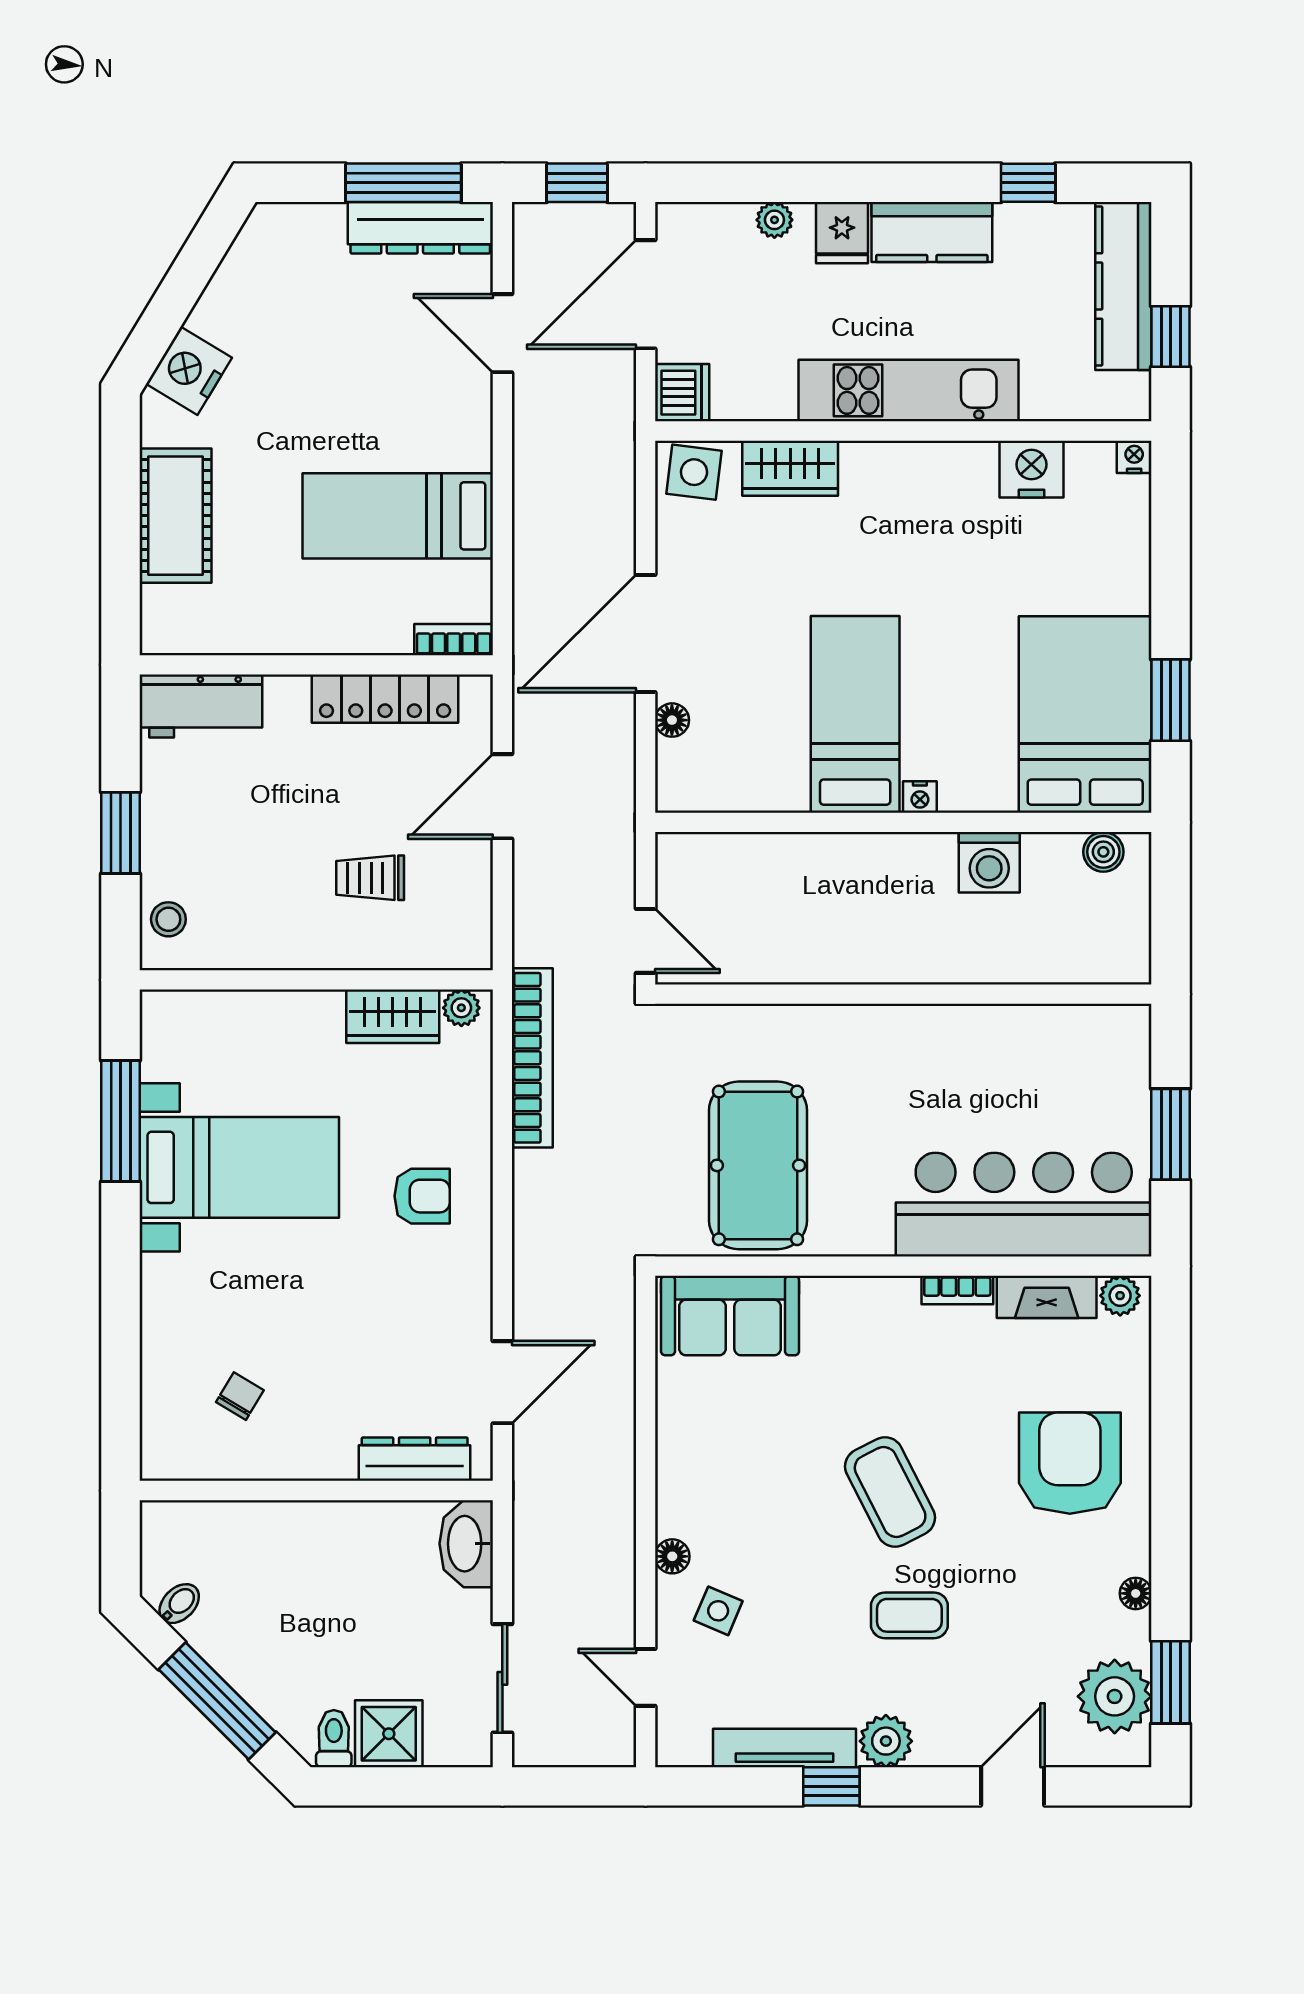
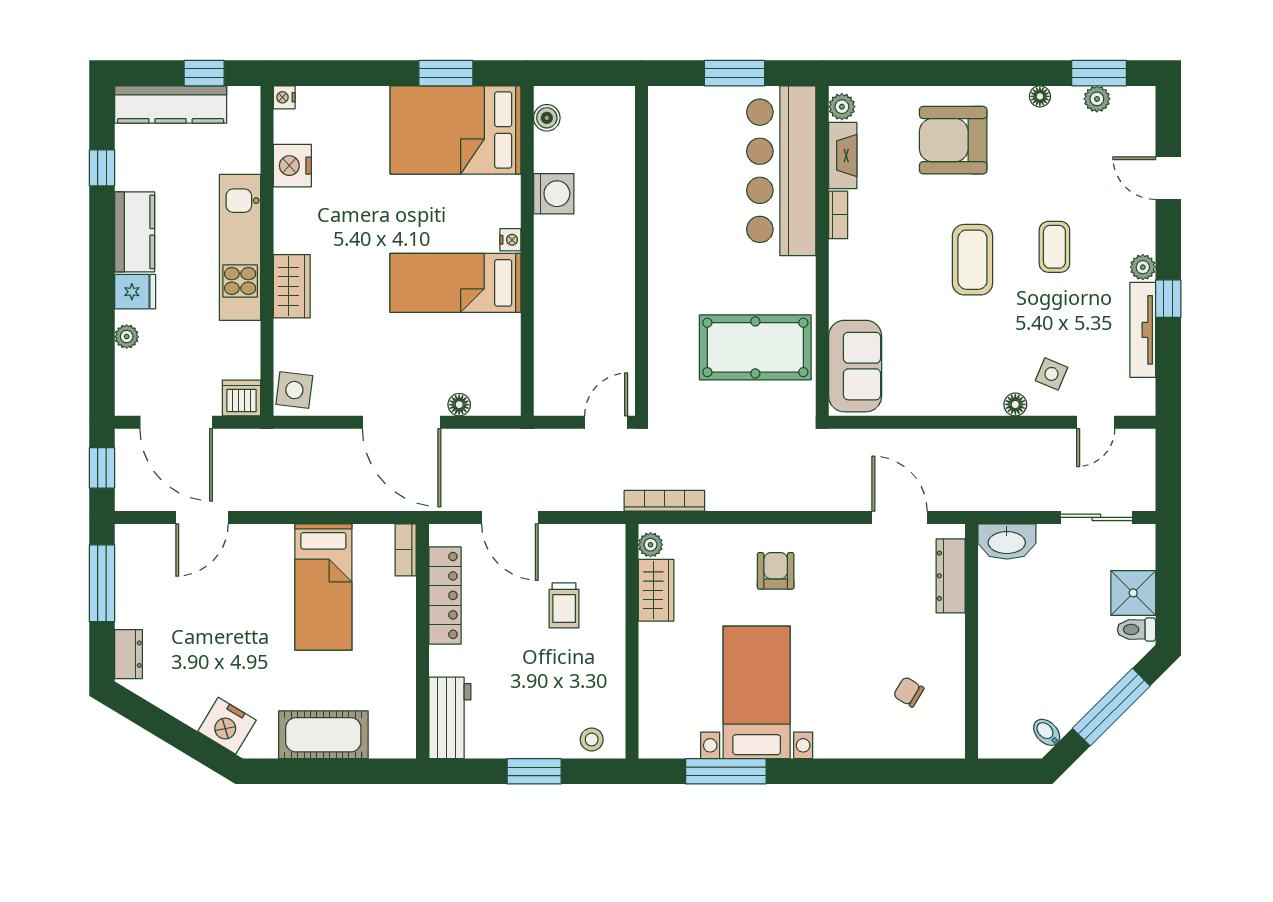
dresser: (420, 228) -> (128, 654), moved, width x0.51, depth x0.80
wardrobe: (790, 468) -> (292, 286), moved
bookcase: (532, 1058) -> (664, 501), width x0.68, depth x0.76
coffee table: (890, 1492) -> (972, 260), turned -63
plant: (1115, 1696) -> (1097, 99), width x0.53, depth x0.53
plant: (886, 1741) -> (1143, 267), width x0.73, depth x0.73

